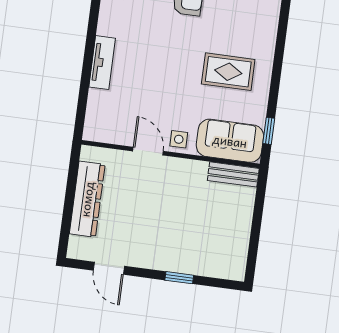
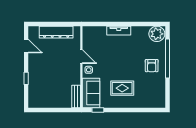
rug: (228, 72) -> (122, 88), turned 90
door: (148, 151) -> (81, 57), hinge flipped
door: (109, 268) -> (26, 46), swing flipped

